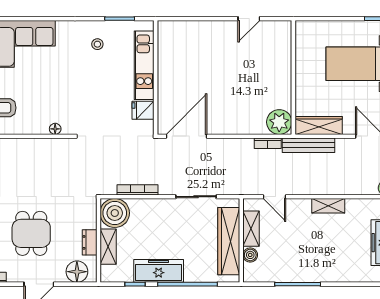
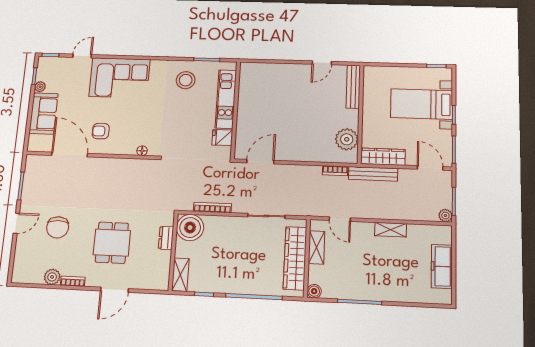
stool: (97, 44) -> (186, 80), width x1.89, depth x1.89
bench: (285, 46) -> (353, 87), added
plant: (279, 122) -> (347, 139), moved
door: (186, 136) -> (260, 162), width x0.73
dresser: (90, 242) -> (166, 238), moved
shelving: (108, 247) -> (180, 275), moved
boiler: (250, 255) -> (314, 291), moved
freezer: (159, 271) -> (227, 283), removed
floor lamp: (77, 272) -> (151, 280), removed

